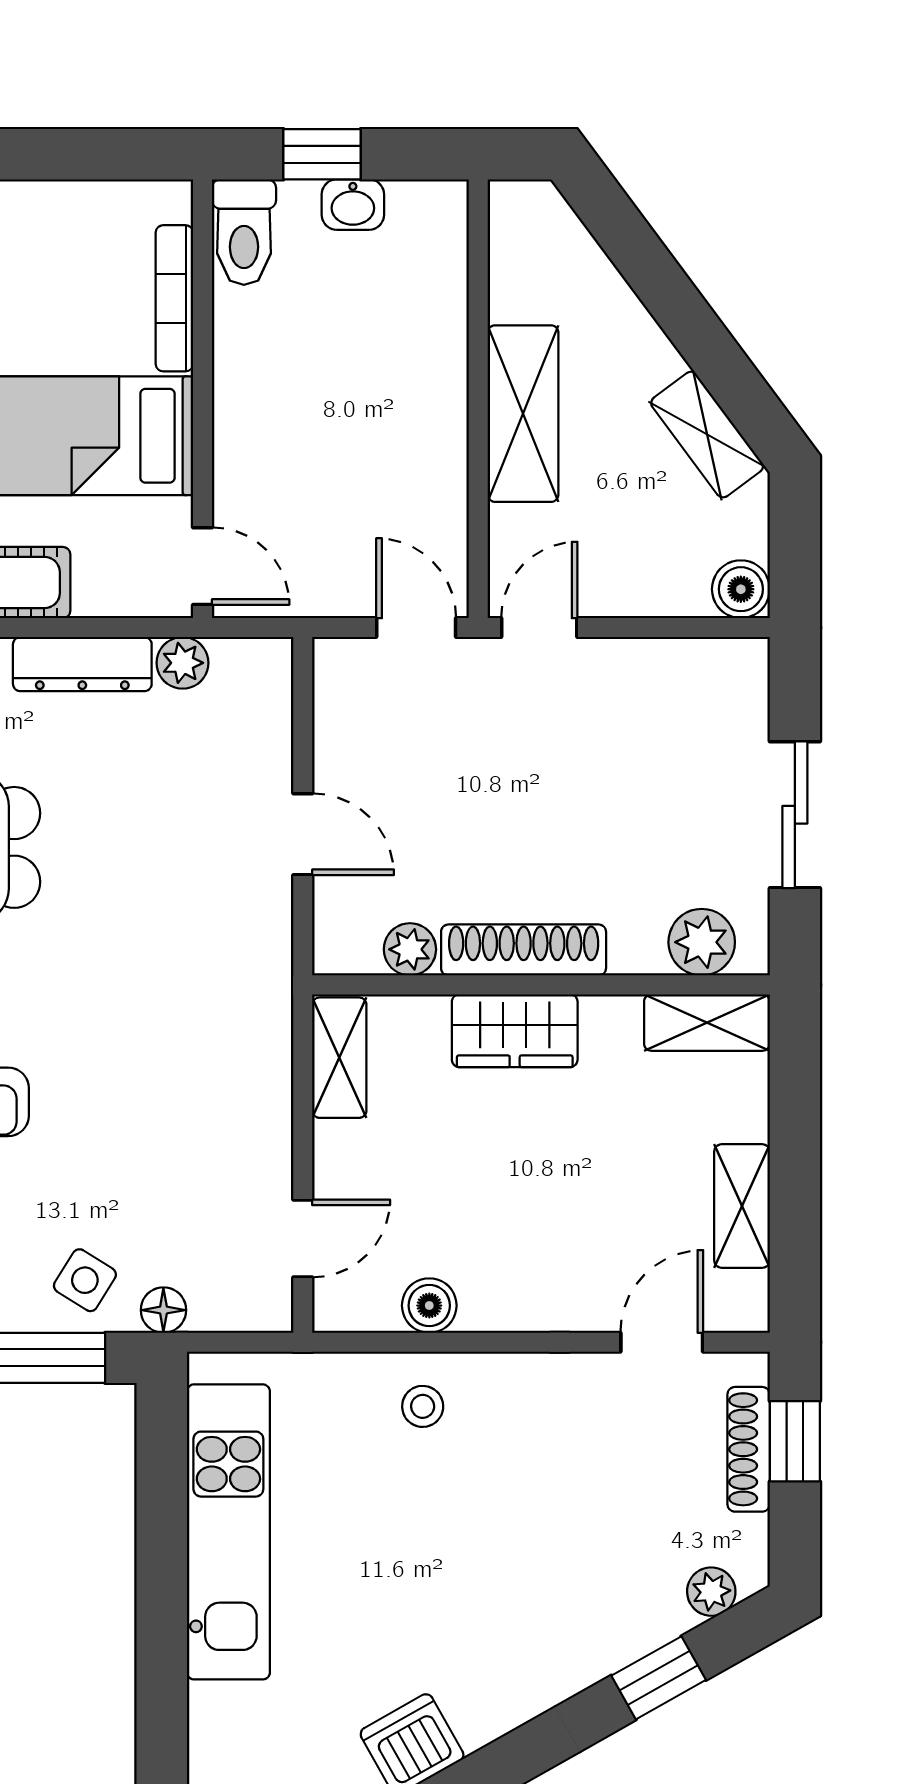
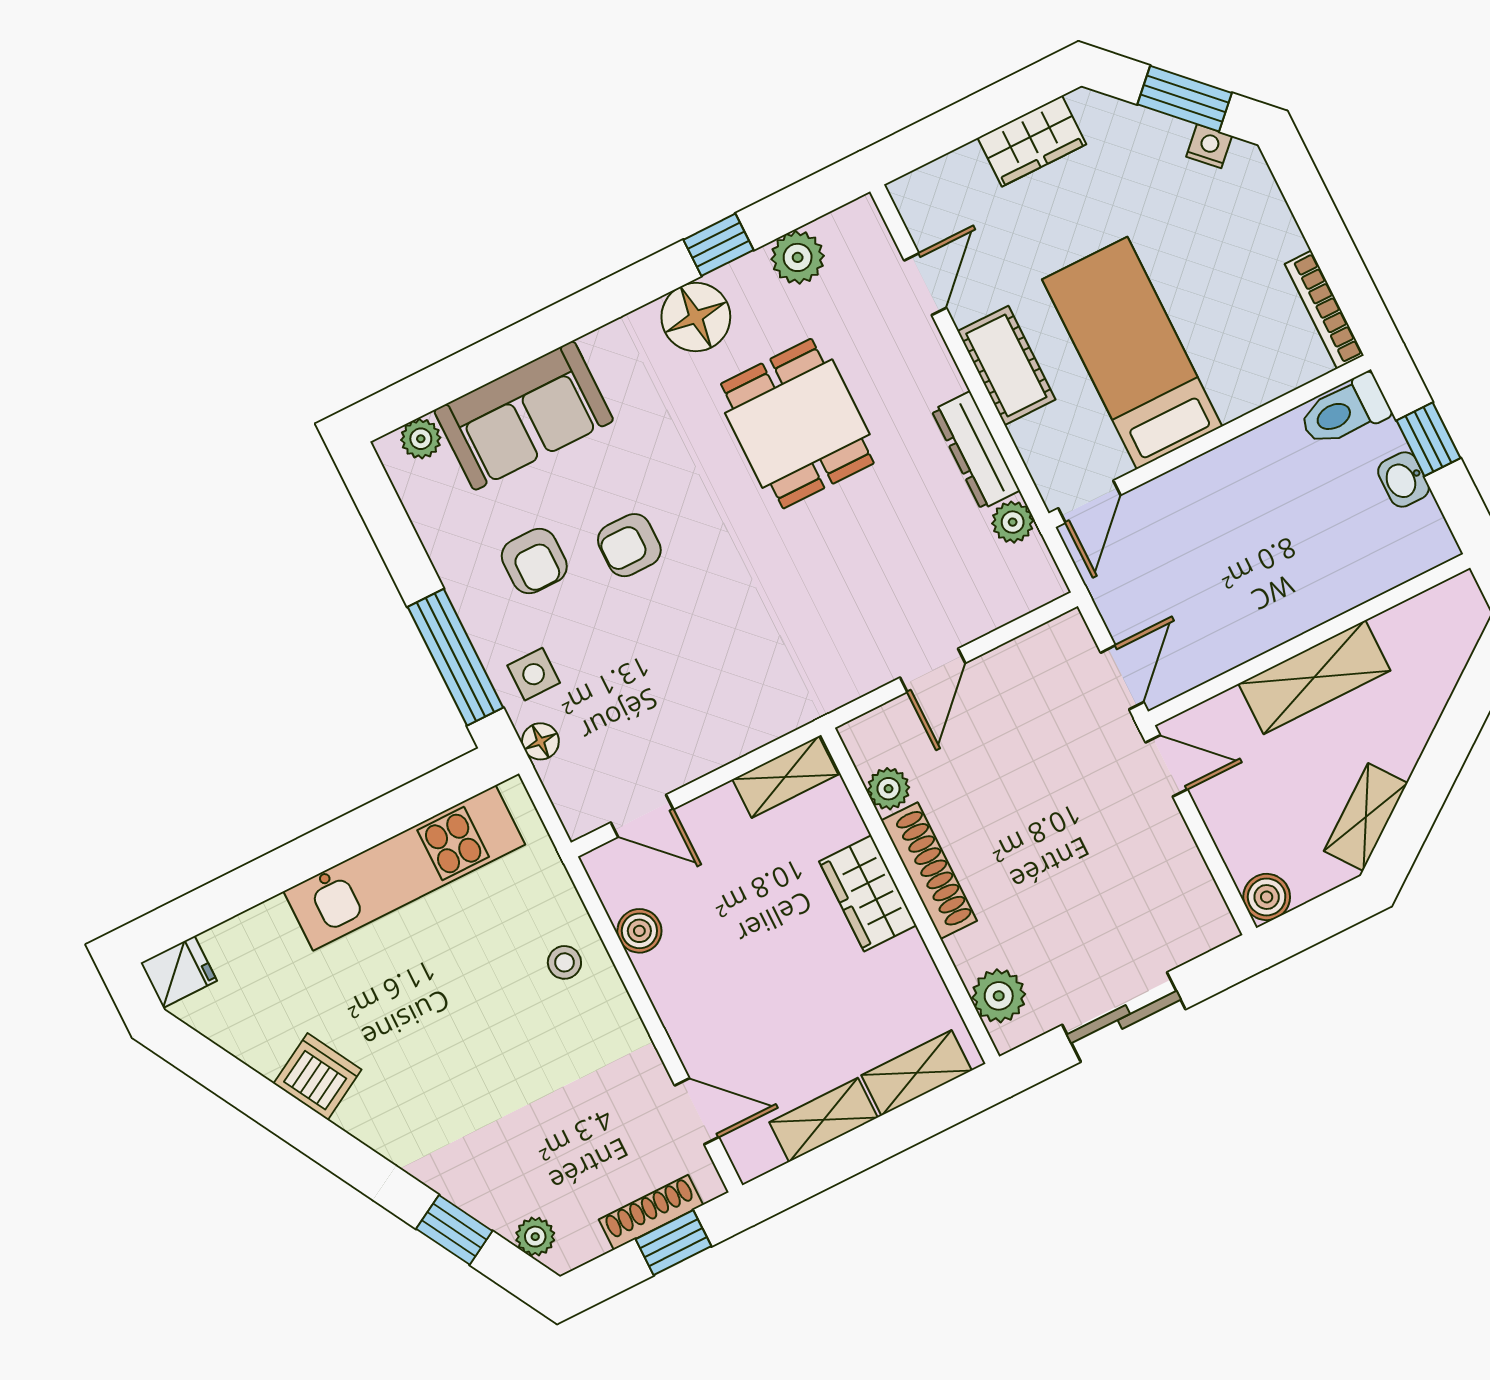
bookcase: (174, 298) -> (1324, 310), moved, turned -90
shelving: (707, 1023) -> (917, 1073), moved, turned 90
side table: (85, 1280) -> (534, 674), turned -32

